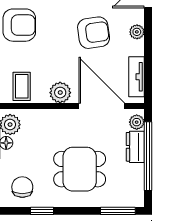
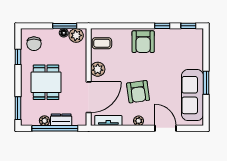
plant: (137, 122) -> (44, 121), moved
chair: (22, 187) -> (34, 44), turned 90

